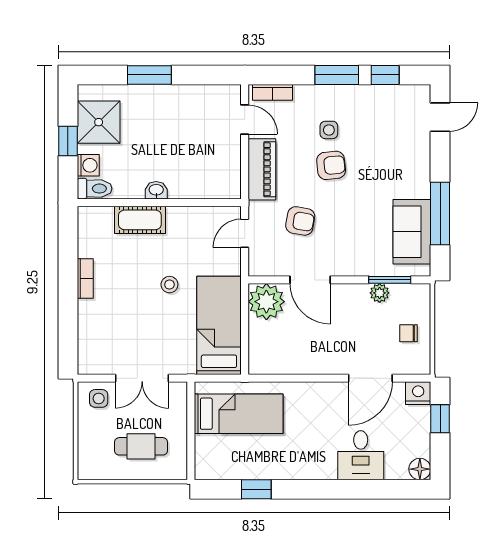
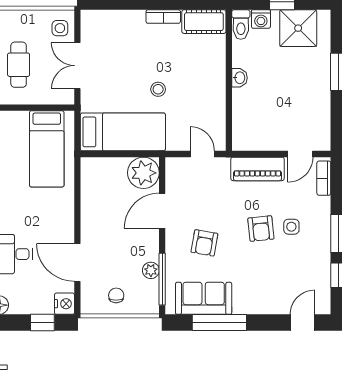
door: (440, 117) -> (302, 323), swing flipped
cot: (140, 220) -> (204, 22), moved, turned 90
armchair: (300, 221) -> (204, 243), moved
window: (390, 280) -> (162, 279), width x1.44

